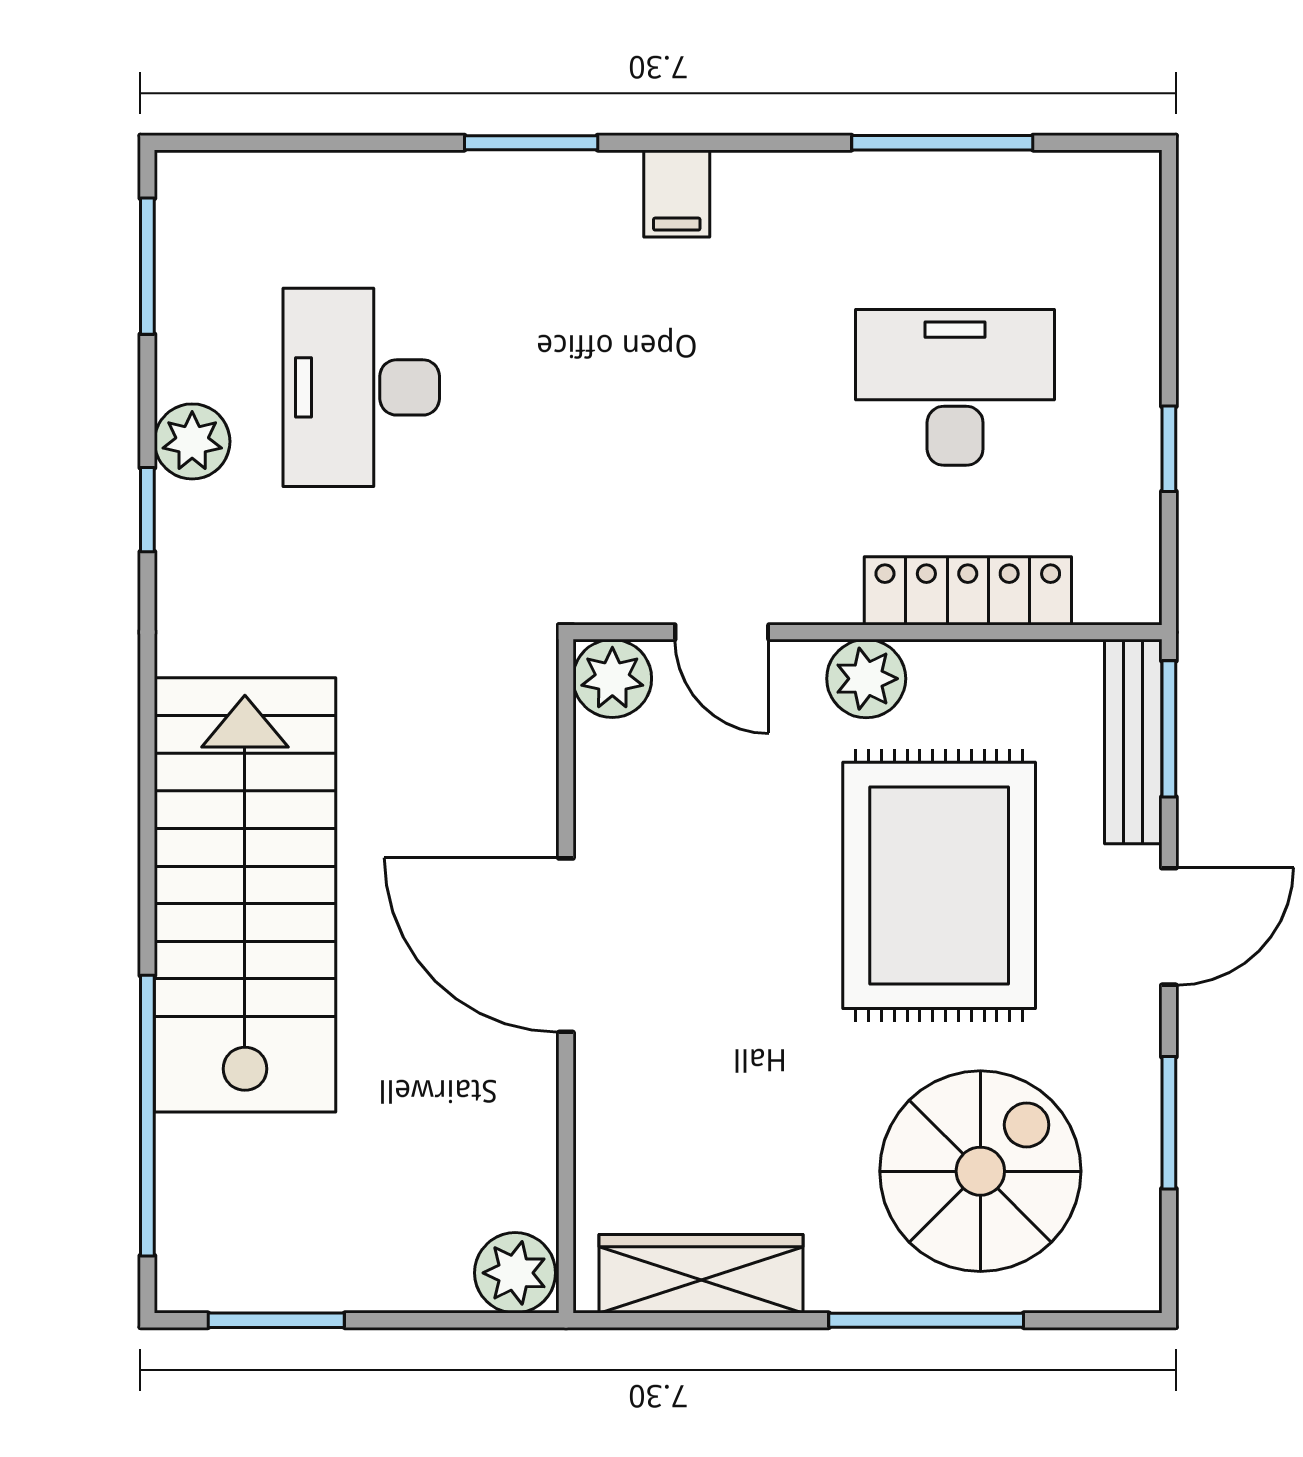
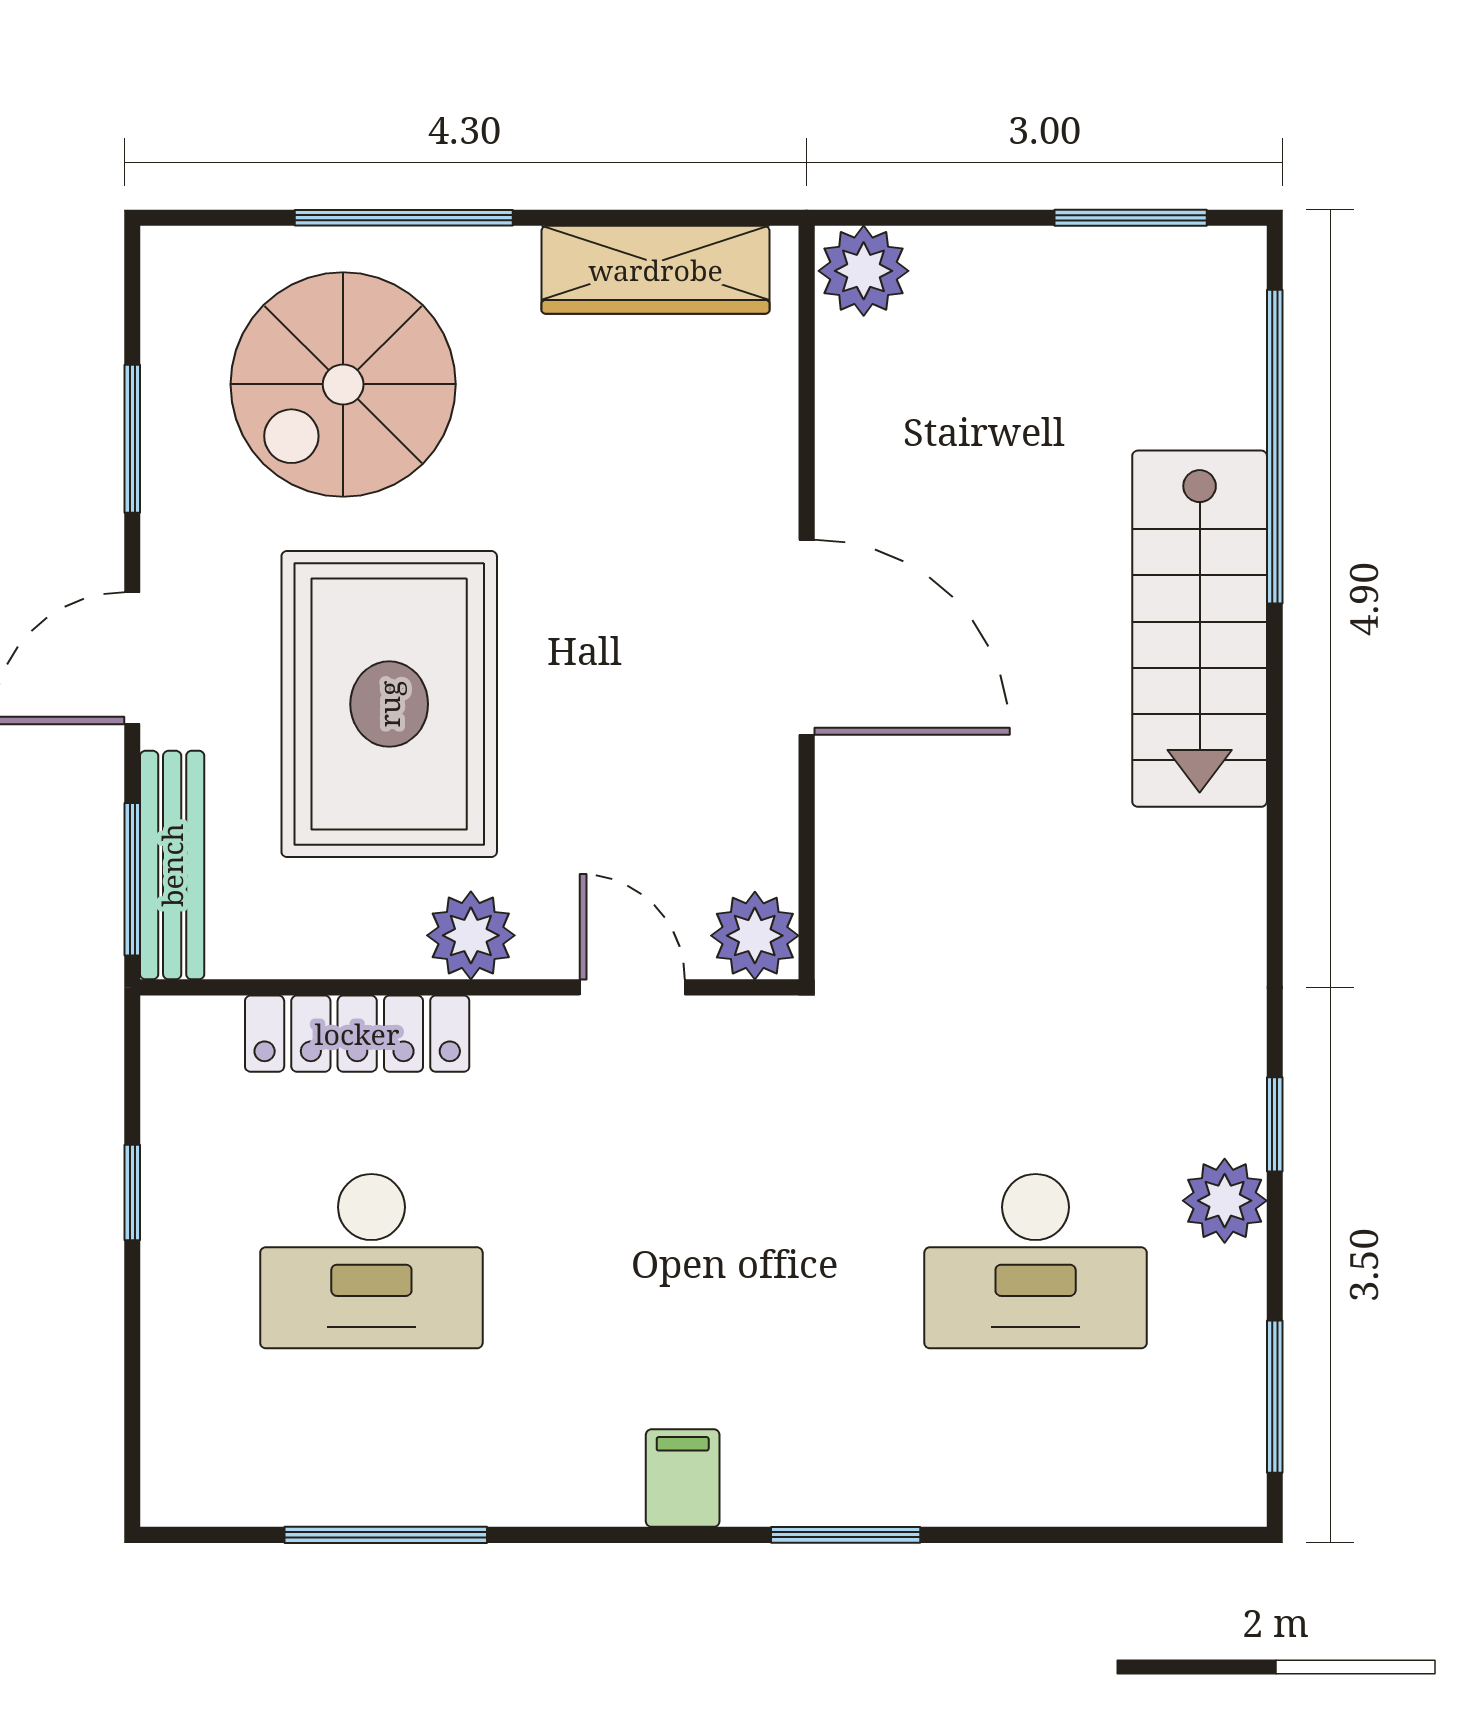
desk: (361, 387) -> (1036, 1261), turned 90
stairs: (245, 895) -> (1200, 629), width x0.73, depth x0.66

